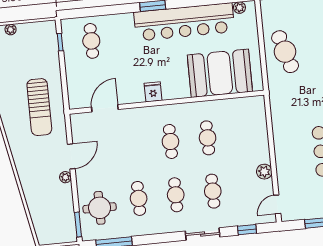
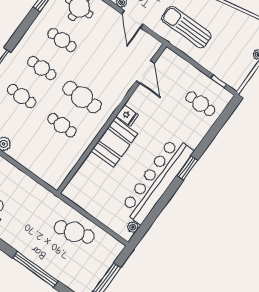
booth: (220, 73) -> (114, 142), moved, width x0.73, depth x0.70
cafe table: (170, 141) -> (82, 97), width x1.37, depth x1.35

